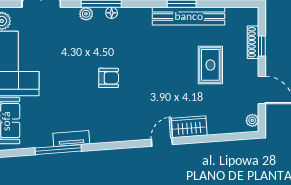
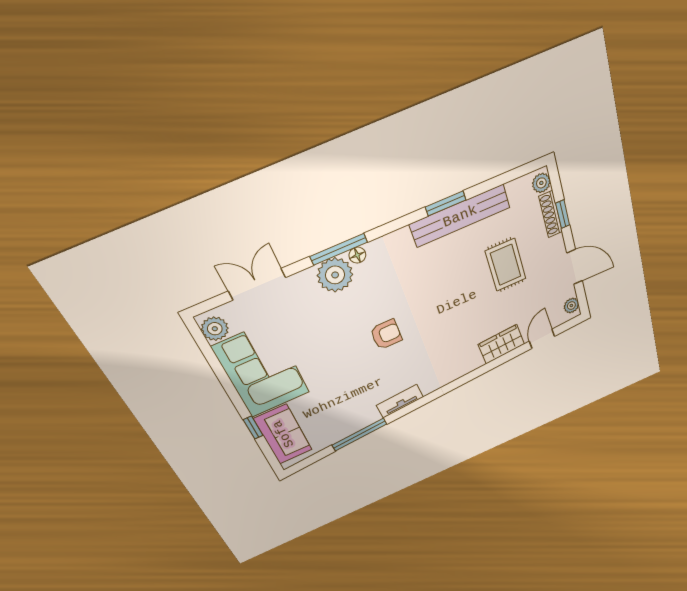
plant: (86, 14) -> (335, 275), width x1.88, depth x1.88
plant: (252, 18) -> (541, 183), added
tv unit: (71, 139) -> (400, 401), moved
door: (162, 142) -> (542, 339), moved

